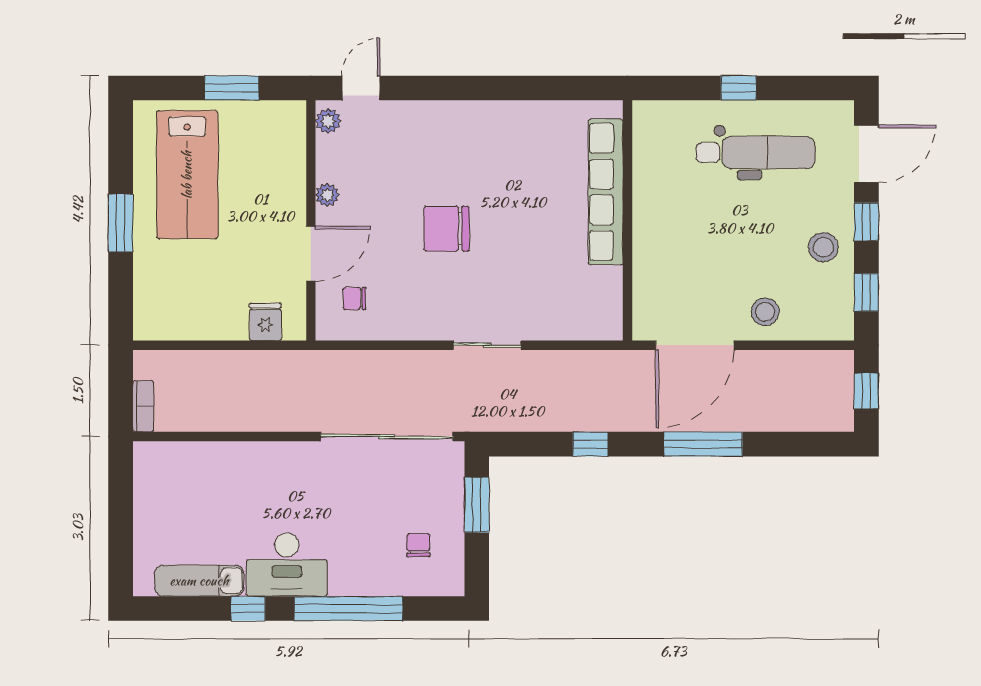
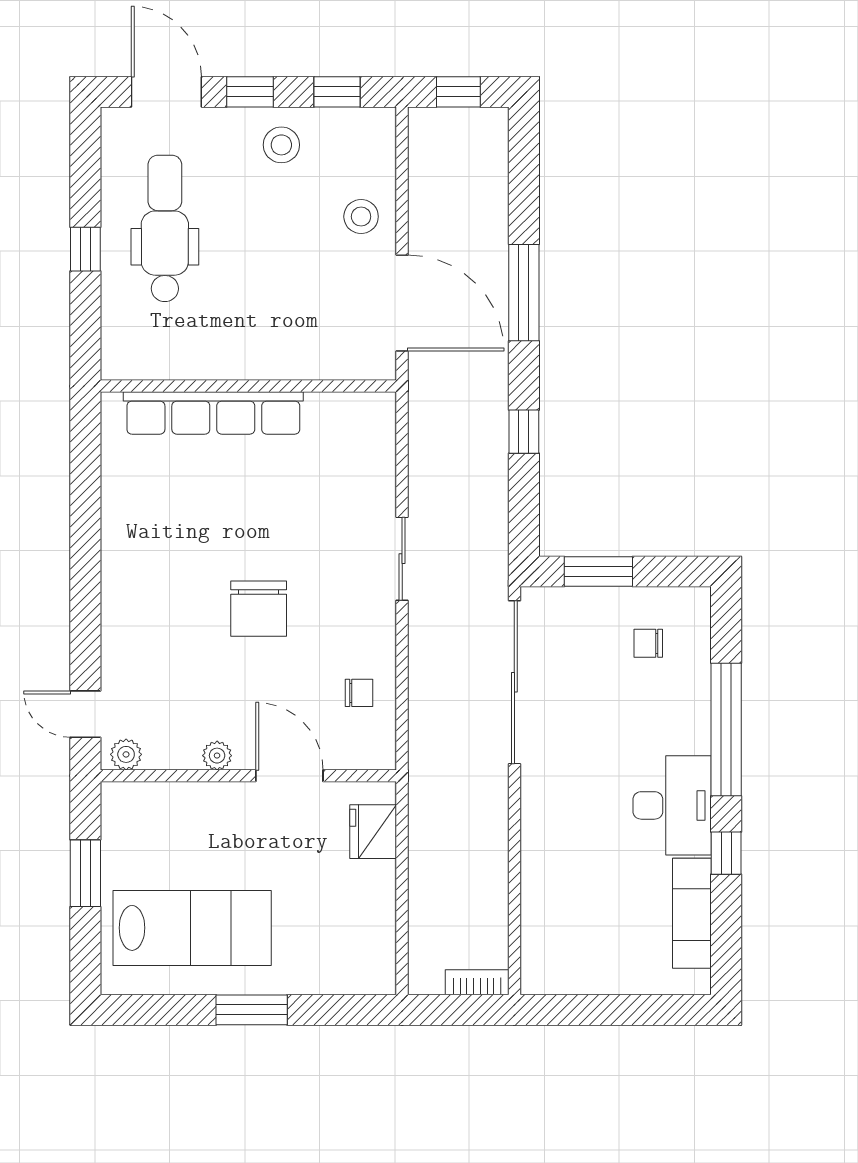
chair: (355, 298) -> (359, 693), moved, turned -90
fridge: (265, 322) -> (373, 832), width x1.38

